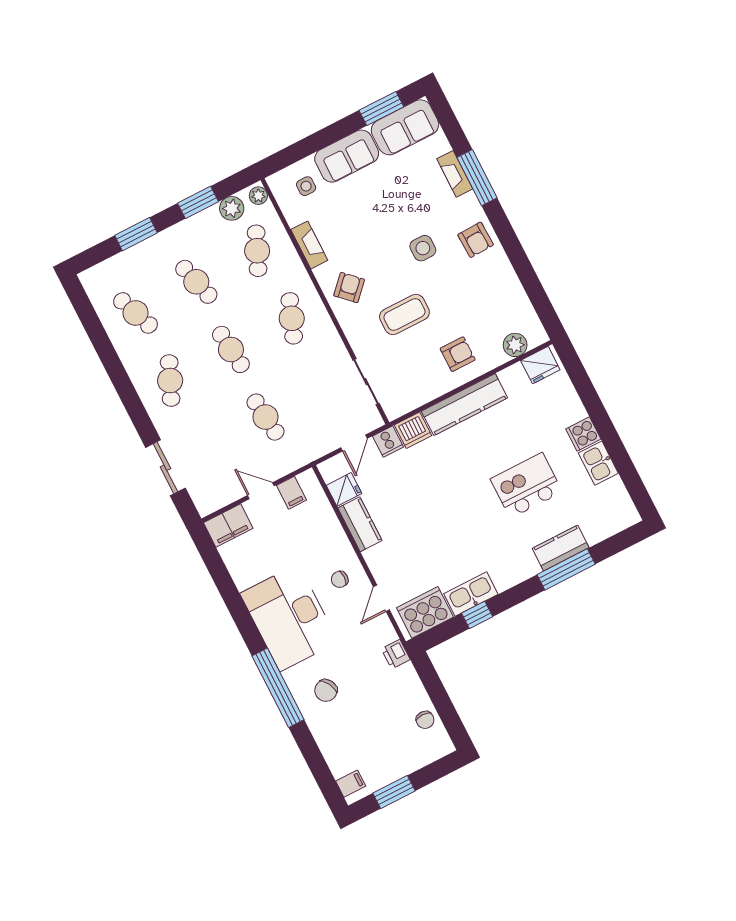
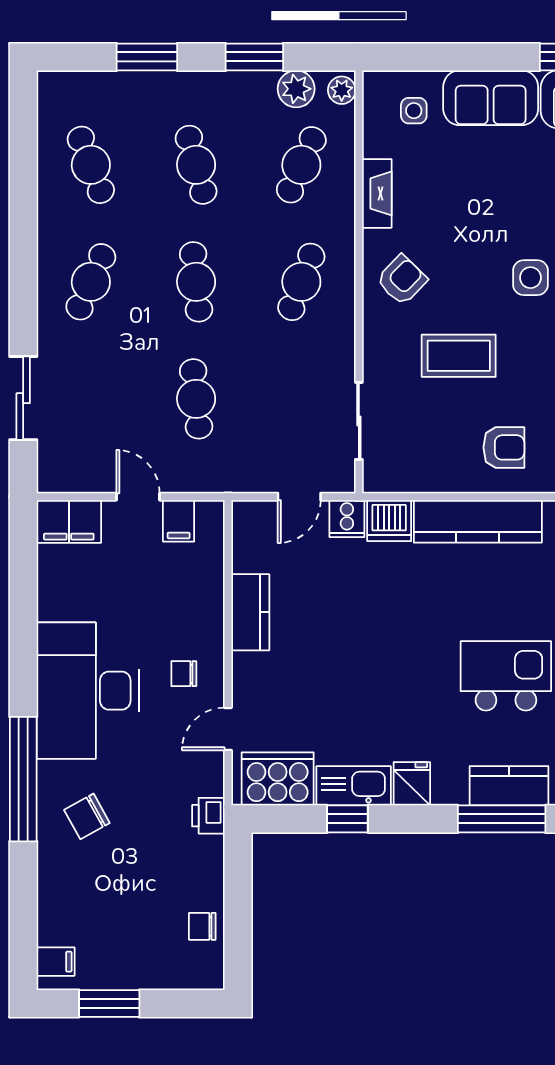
fridge: (344, 489) -> (412, 784), moved, turned -90
chair: (425, 720) -> (202, 926), turned 90

